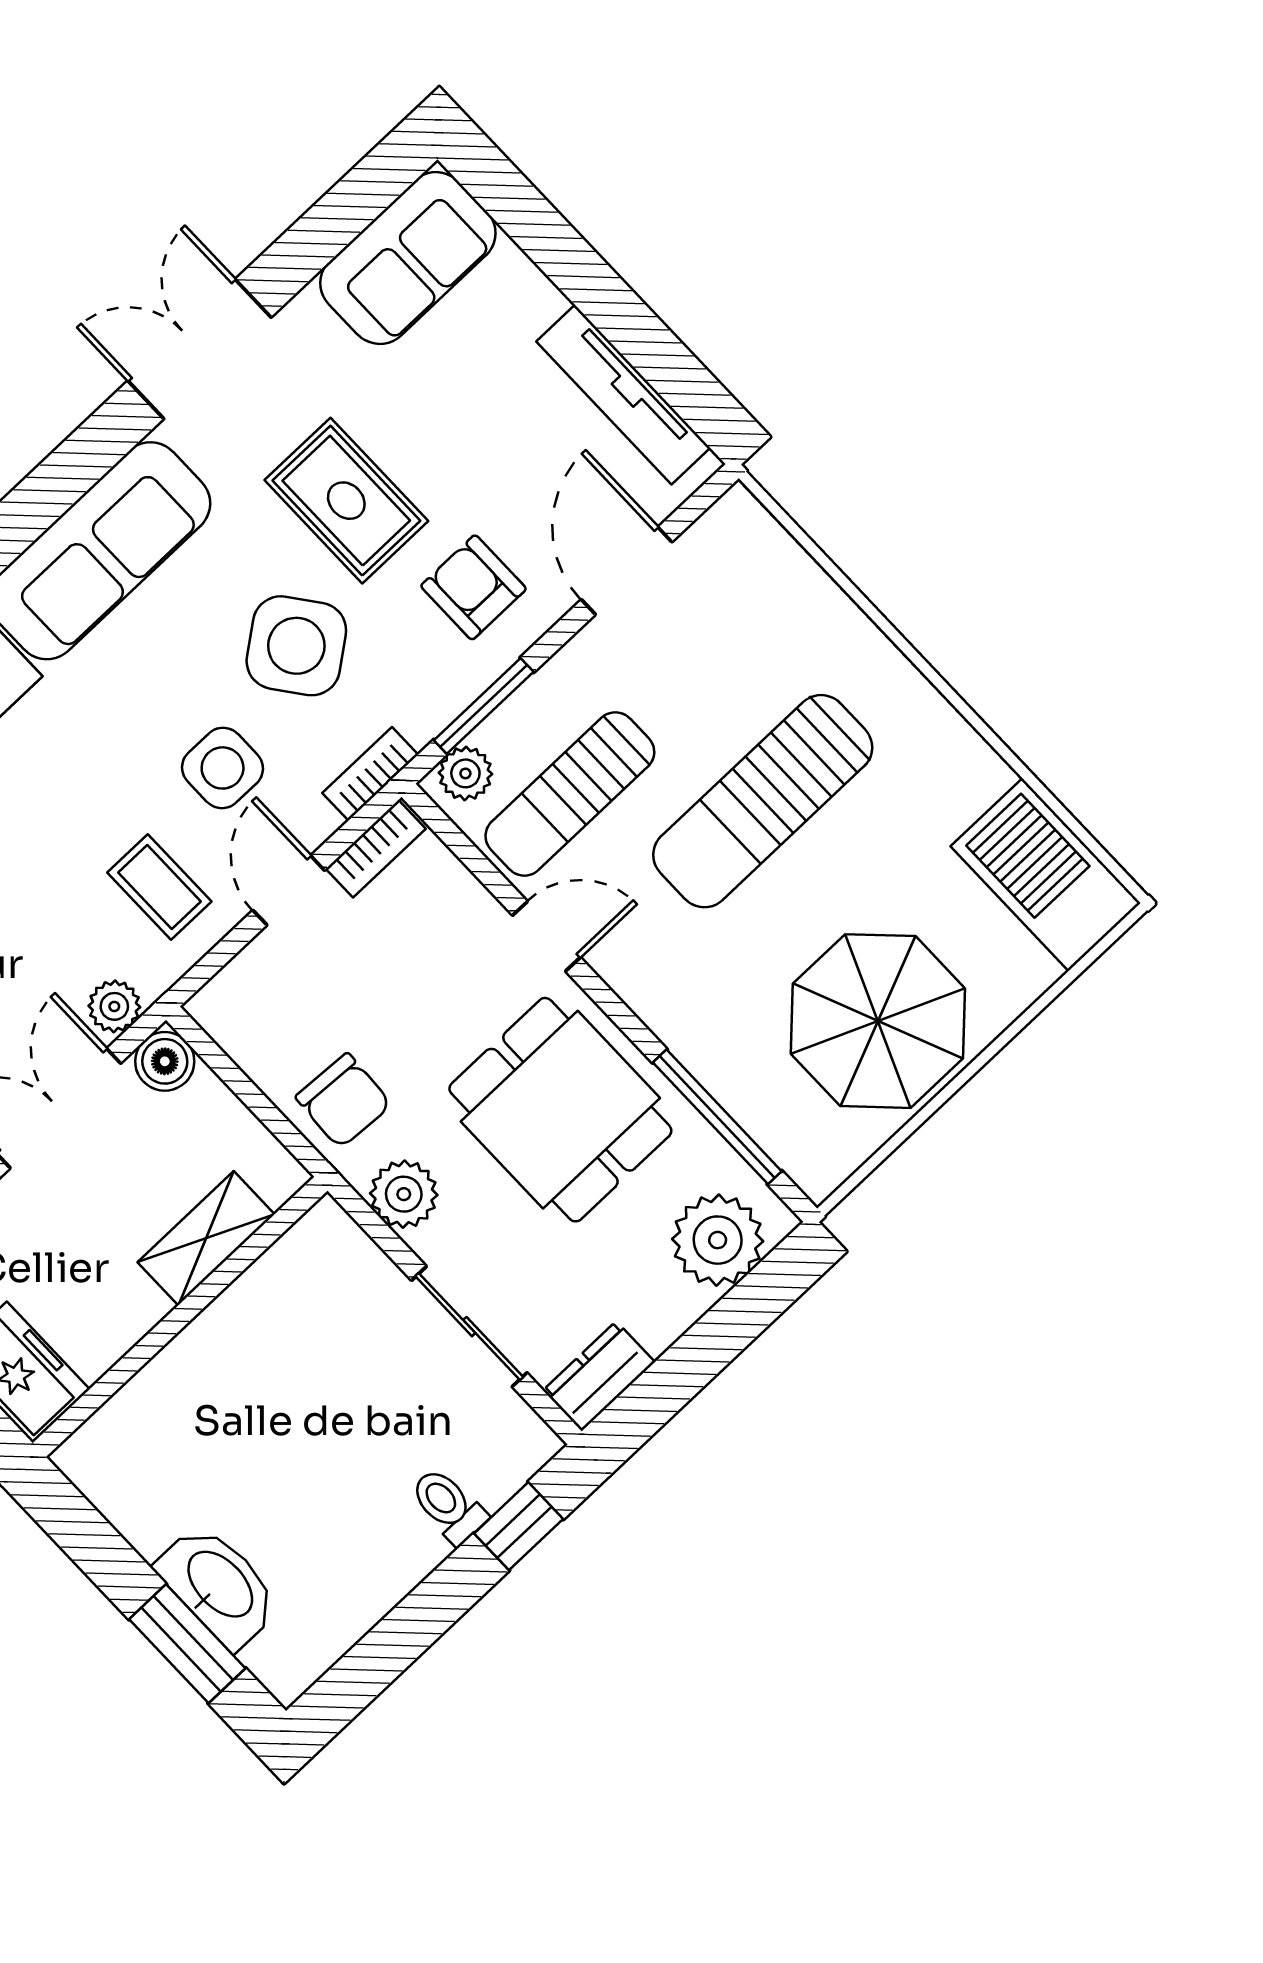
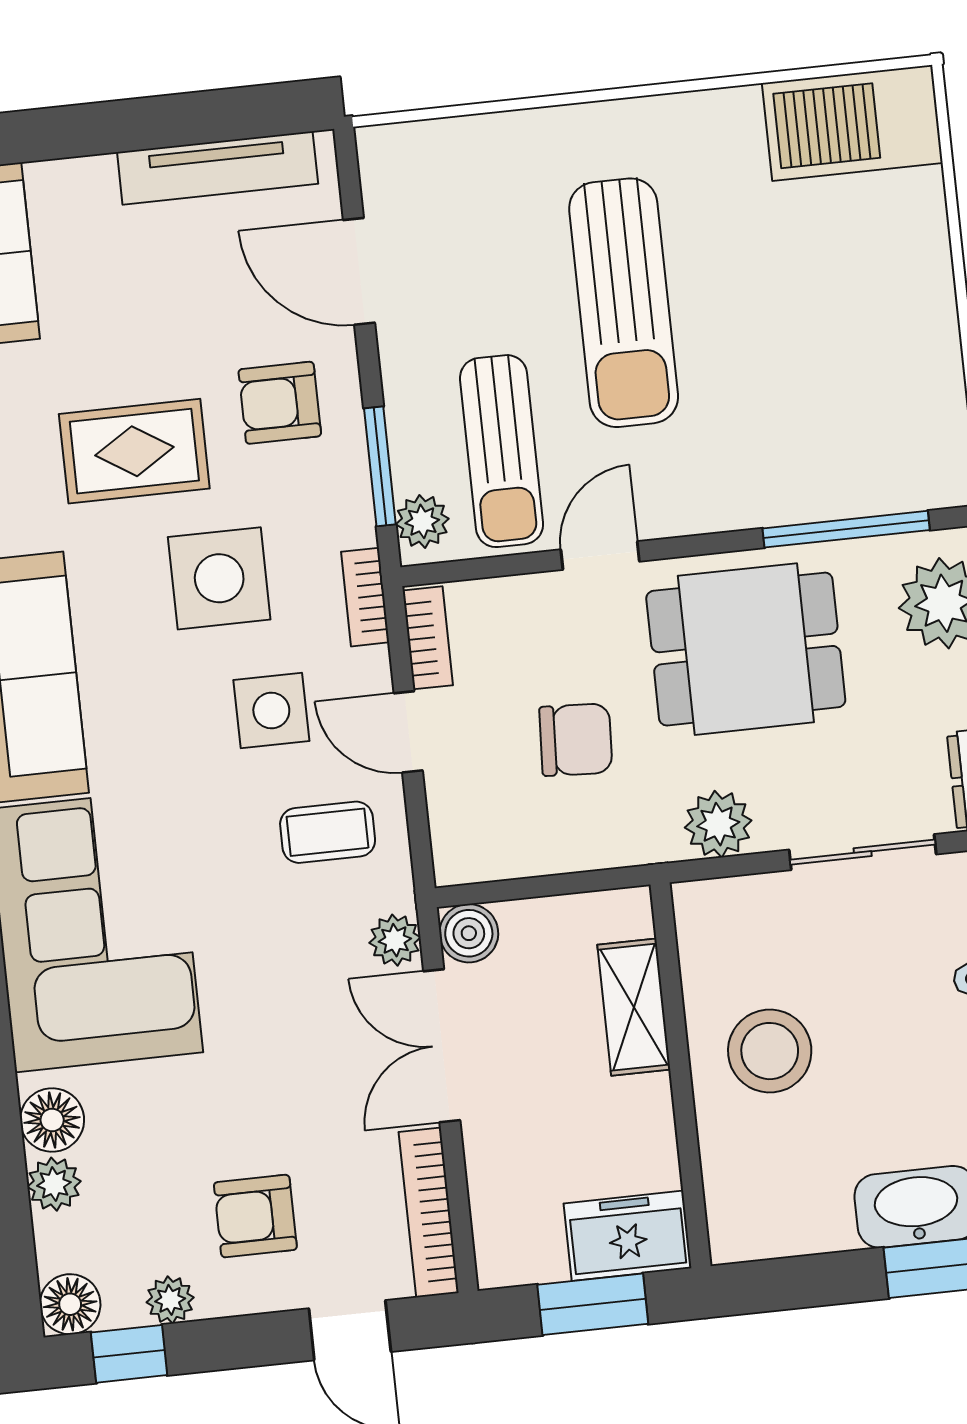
side table: (296, 646) -> (219, 578), turned 37
parasol: (878, 1021) -> (867, 344), removed
chair: (344, 1101) -> (576, 740), moved
stool: (254, 1373) -> (770, 1051), added

